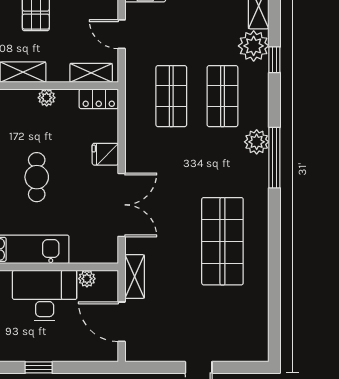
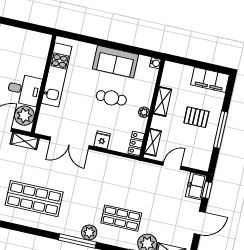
shop shelf: (171, 96) -> (128, 187), removed
cafe table: (37, 177) -> (111, 98), moved
plant: (87, 279) -> (24, 116), width x1.88, depth x1.88
desk: (45, 295) -> (24, 90), width x0.73

